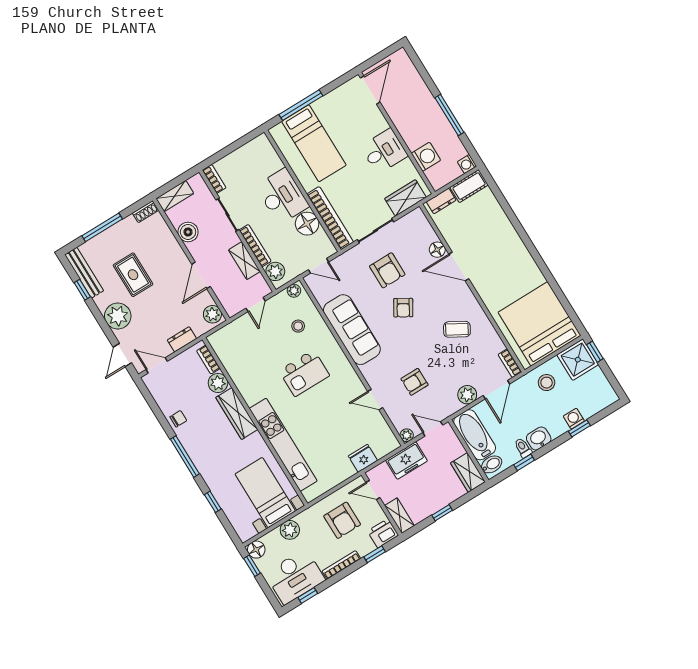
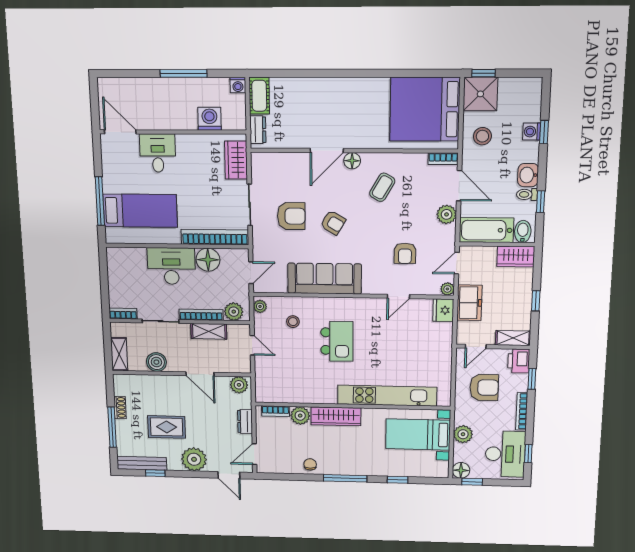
desk: (384, 151) -> (158, 153), moved
shoe rack: (146, 212) -> (120, 407), moved
floor lamp: (437, 250) -> (352, 161), moved
fridge: (363, 458) -> (443, 310), moved

